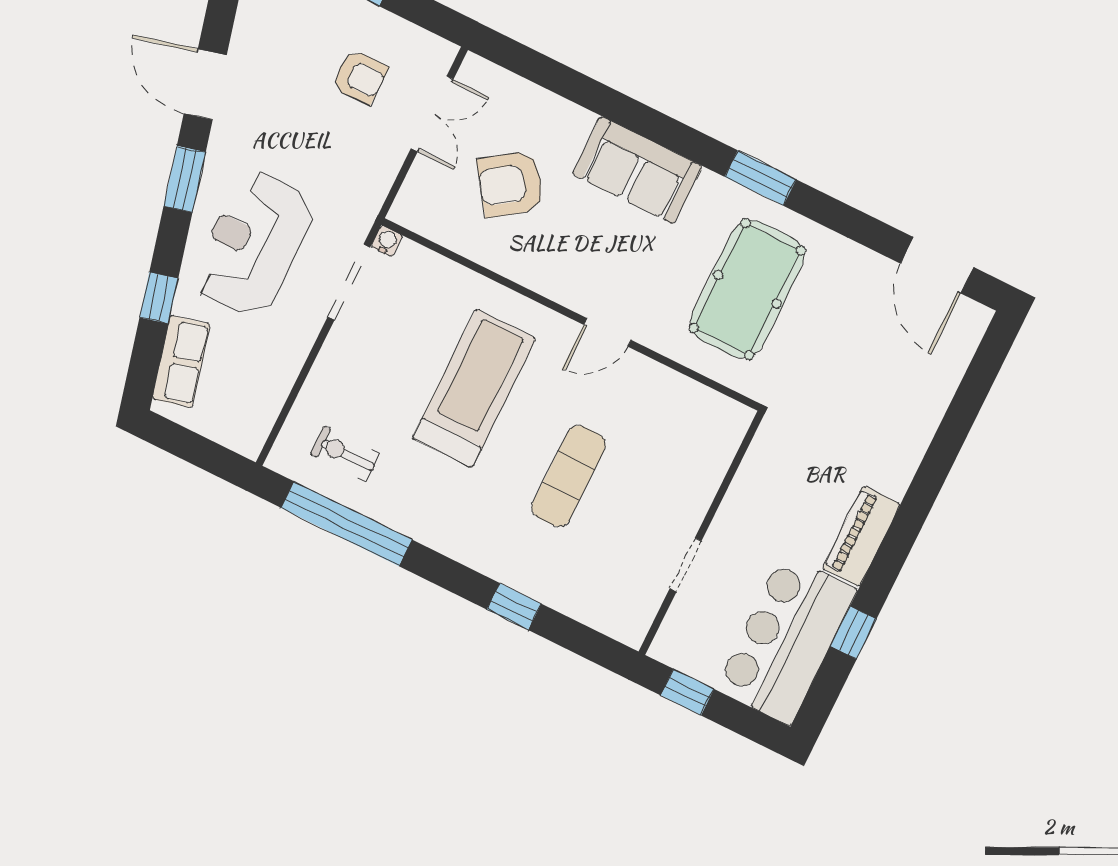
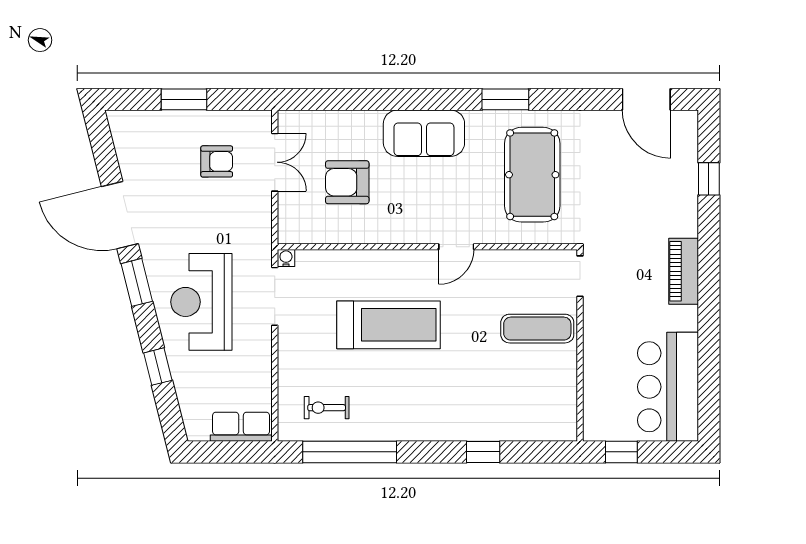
door: (205, 84) -> (120, 215), width x1.36
armchair: (511, 184) -> (347, 182), turned 35
row of seats: (181, 361) -> (241, 427), moved, turned -76
treadmill: (474, 388) -> (388, 325), turned 90
exercise mat: (569, 476) -> (537, 329), moved, turned 90
piano: (861, 536) -> (684, 271), moved
doorway: (686, 565) -> (580, 276), moved
window: (853, 633) -> (709, 179), moved

